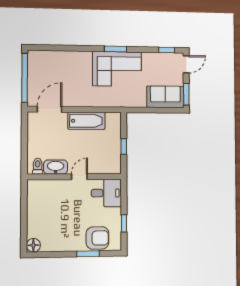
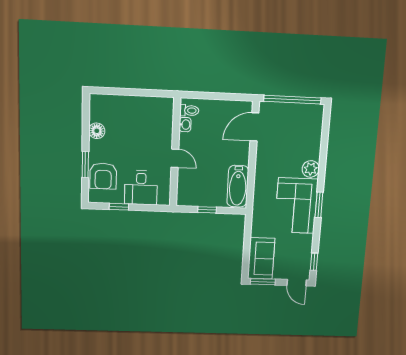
plant: (84, 58) -> (311, 169), added
door: (50, 109) -> (254, 127), swing flipped
bathtub: (86, 121) -> (238, 186), moved
washbasin: (56, 167) -> (185, 125), width x0.52, depth x0.69
desk: (106, 193) -> (141, 188), moved
floor lamp: (33, 245) -> (97, 131), moved

